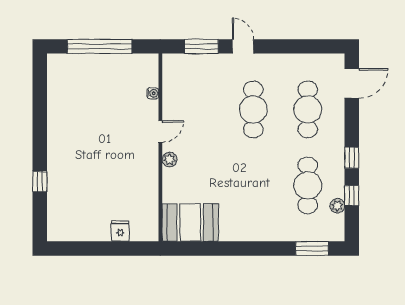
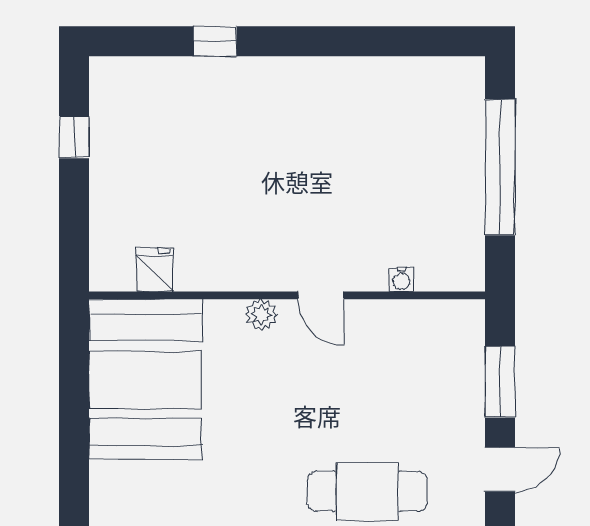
booth: (190, 223) -> (145, 380), width x1.36, depth x1.42
fridge: (120, 231) -> (155, 270), moved, turned -90
window: (85, 248) -> (74, 137), added

